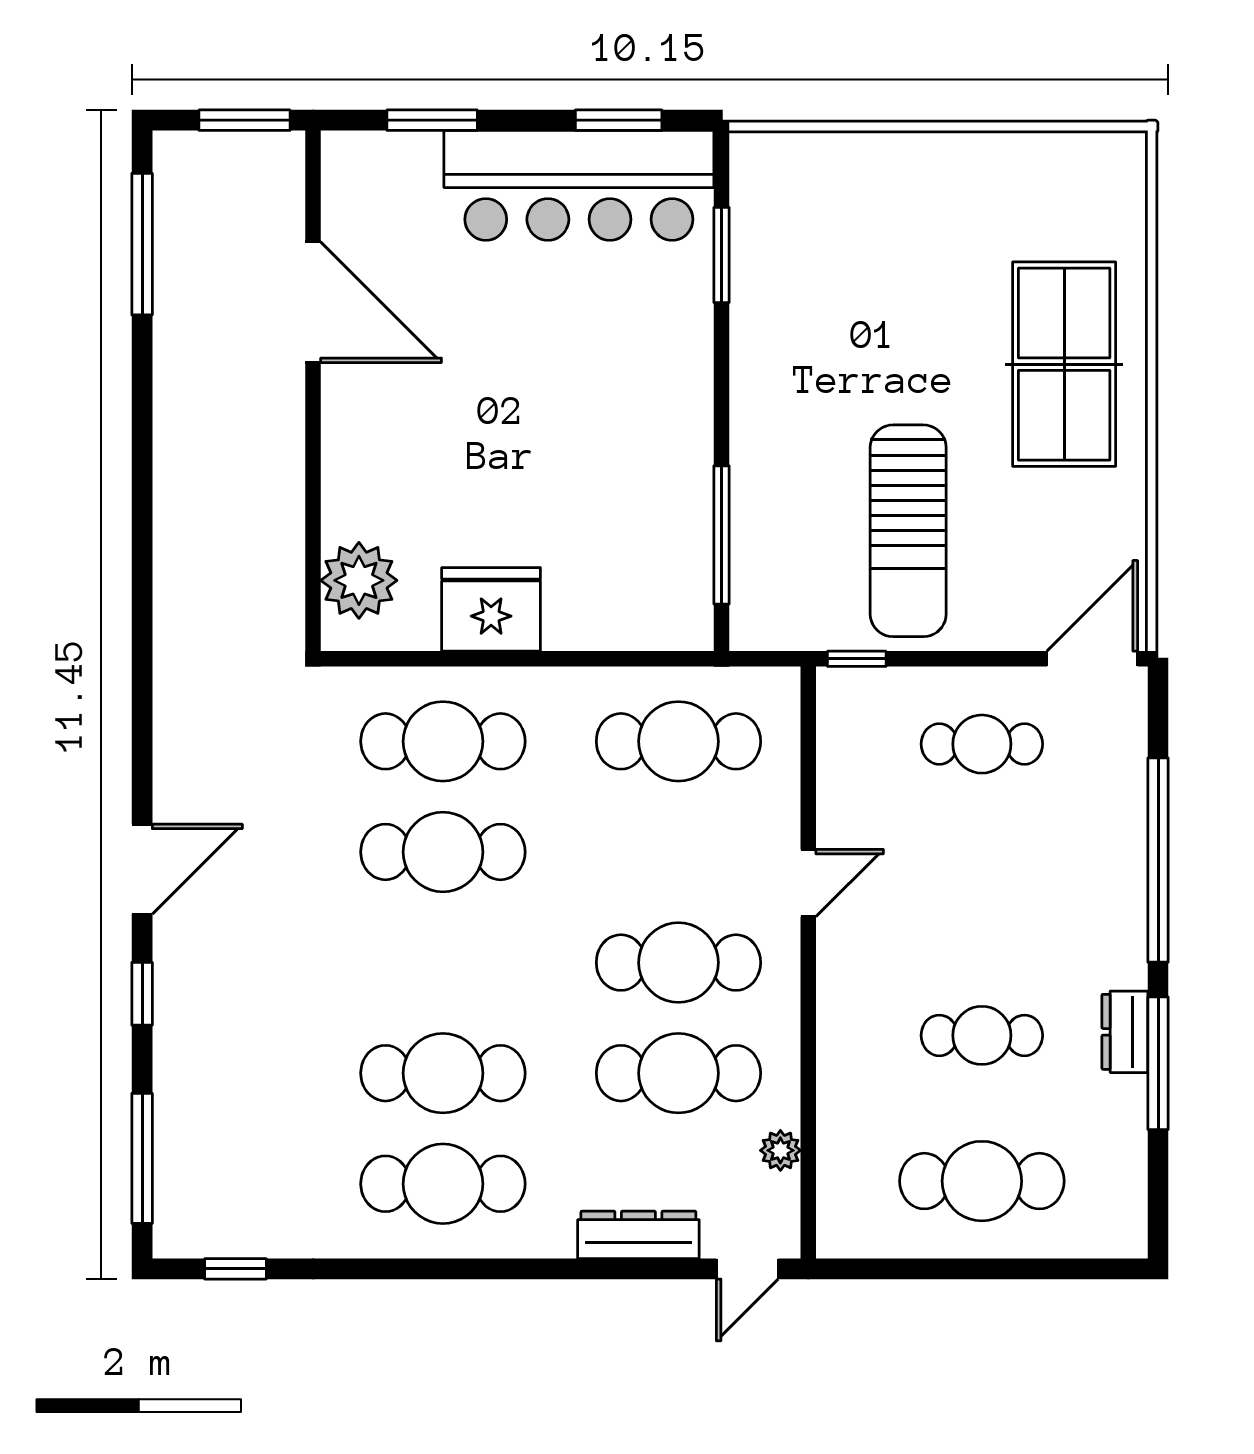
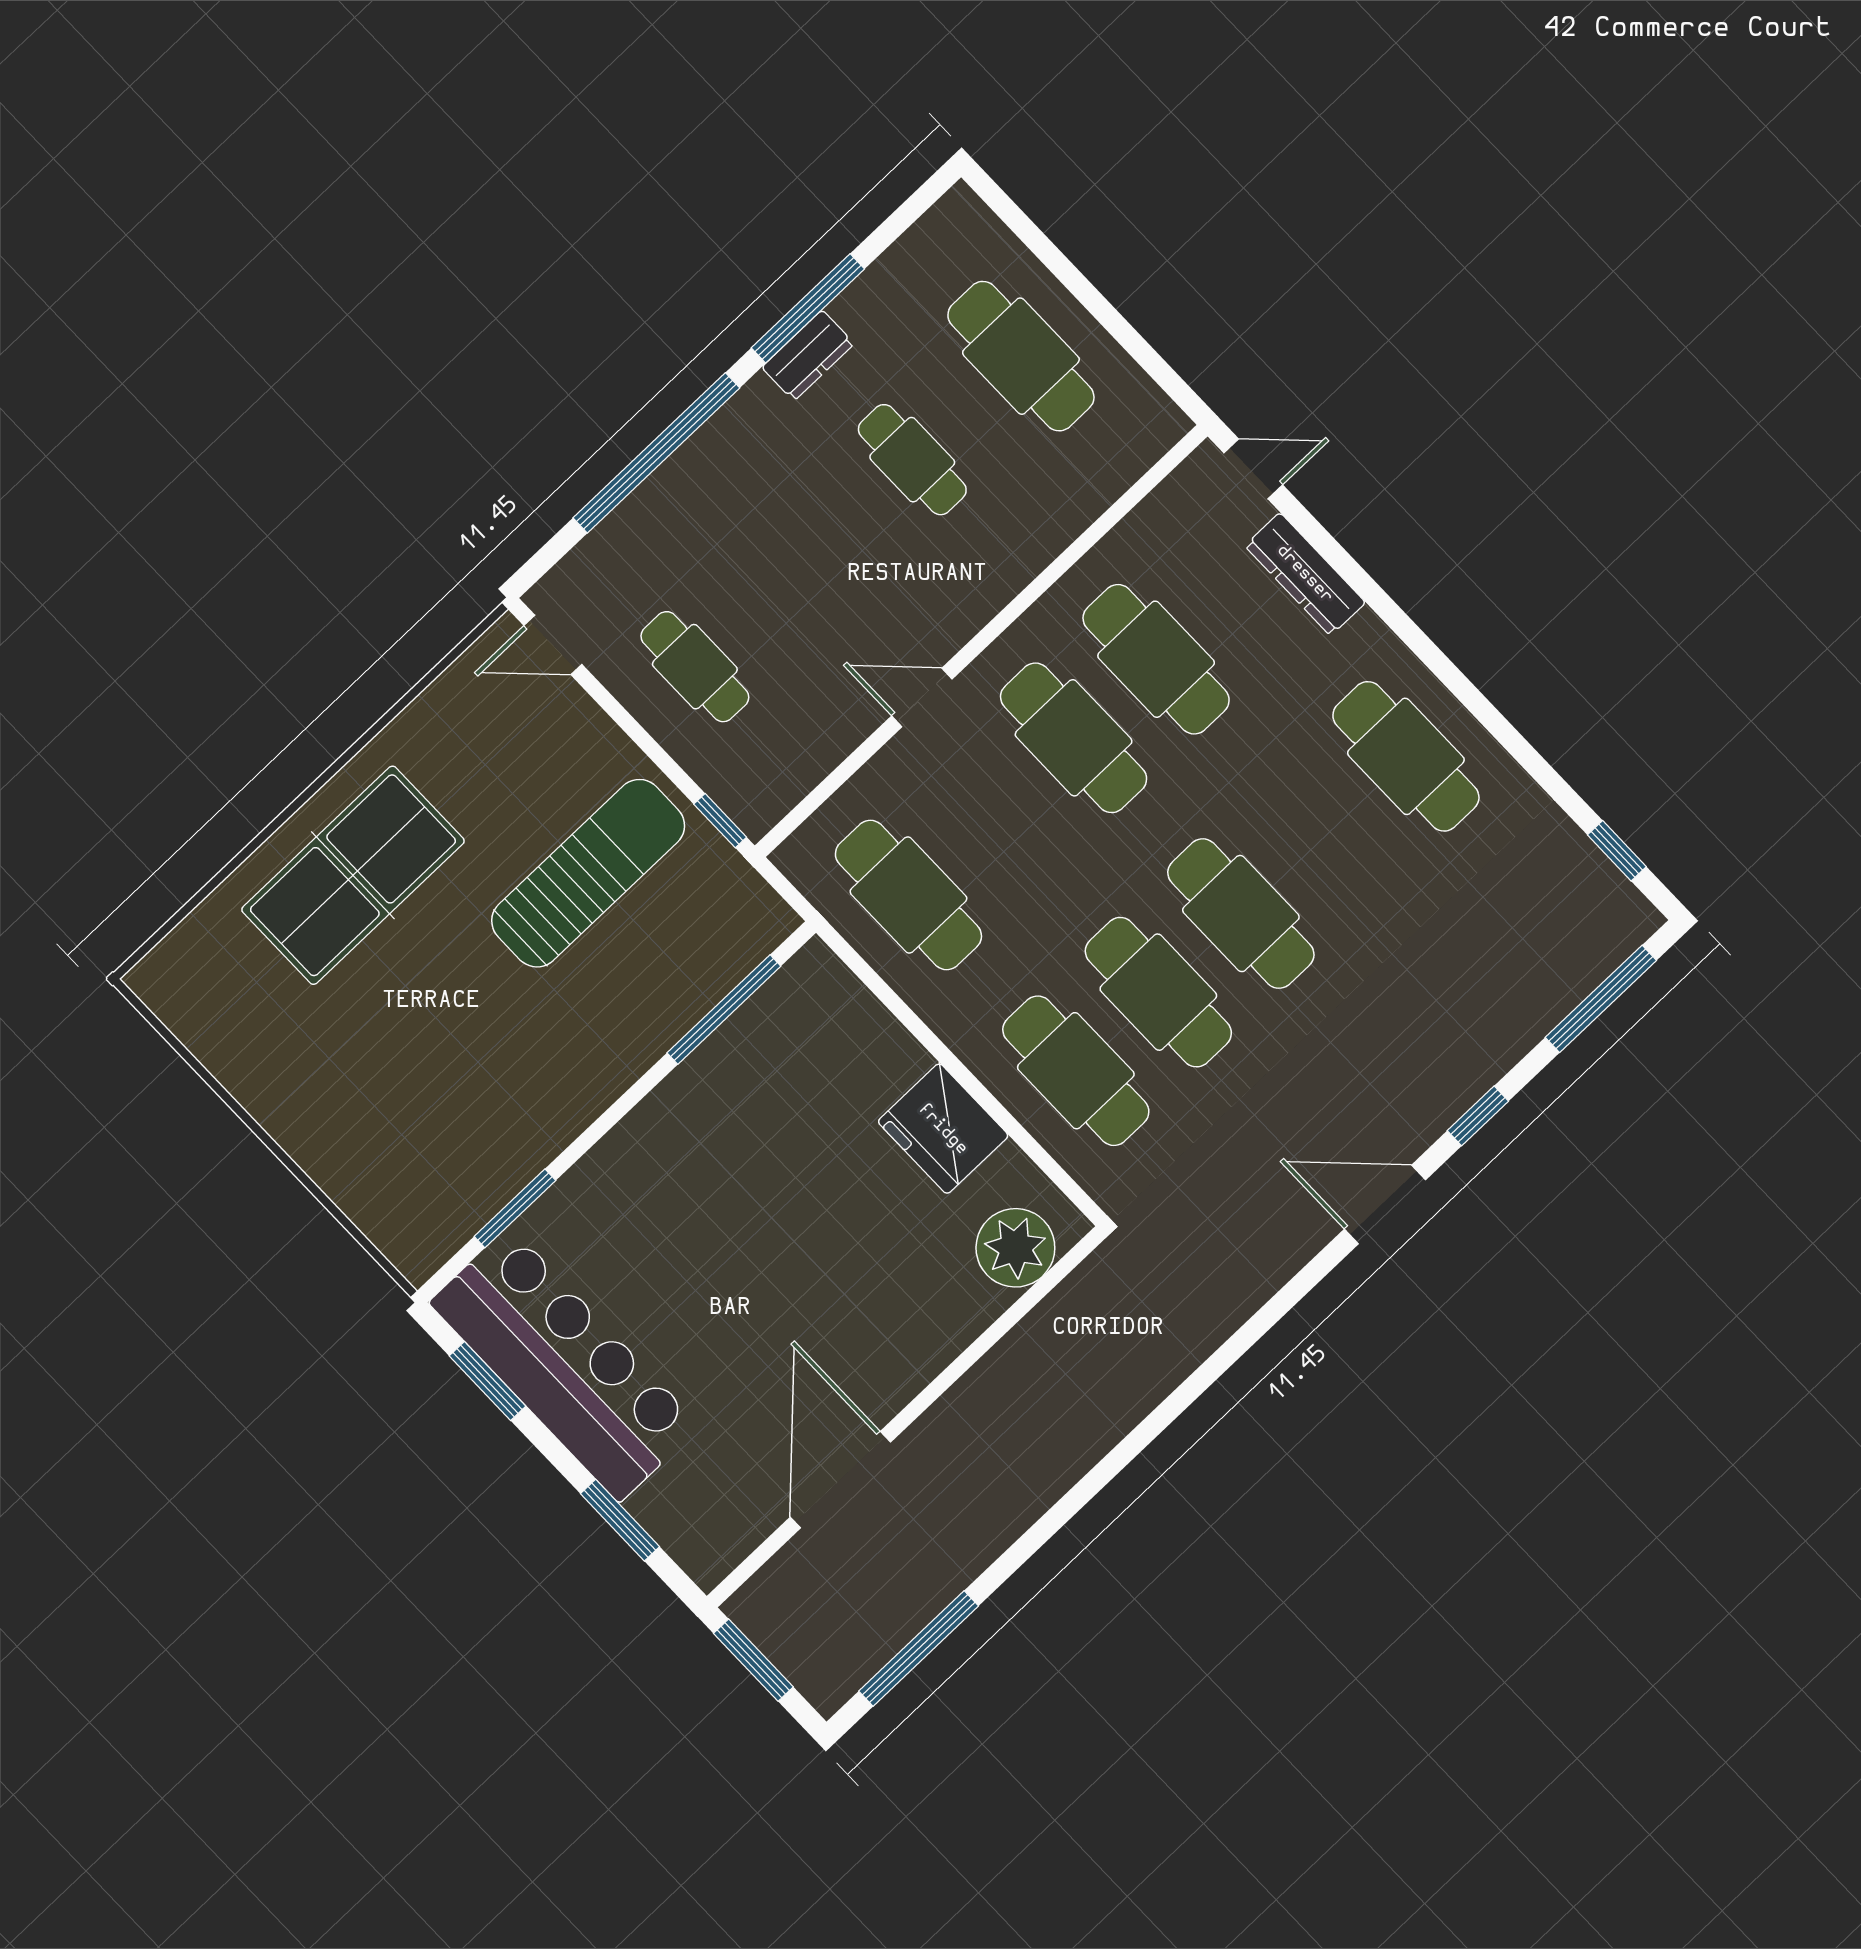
door: (1092, 659) -> (553, 645), width x0.73
cafe table: (443, 1073) -> (1241, 914), moved
plant: (780, 1150) -> (1141, 528), removed

